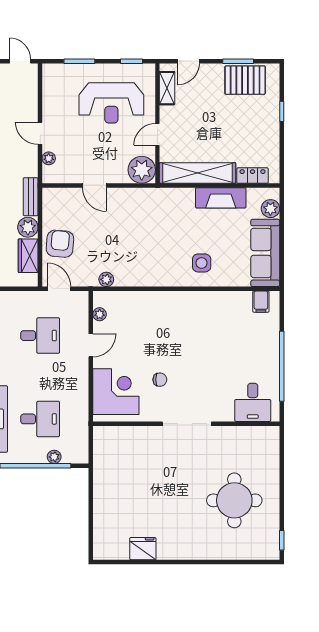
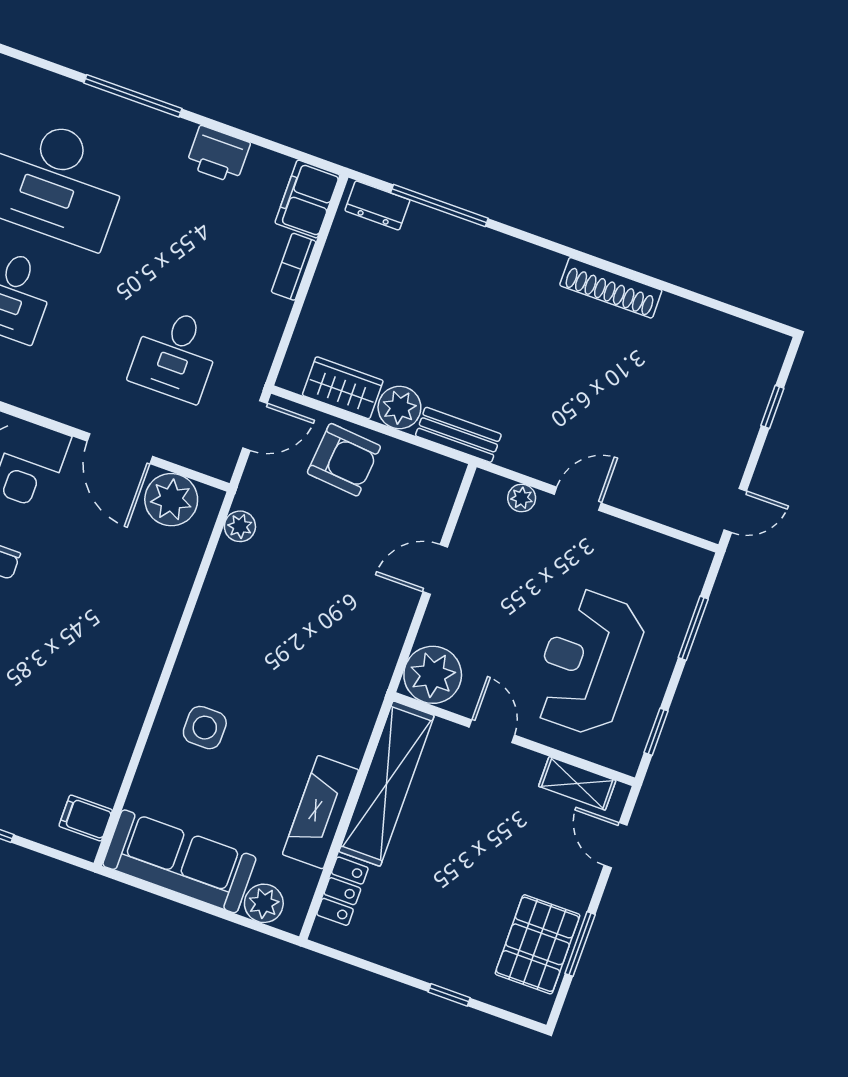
plant: (100, 314) -> (171, 500), width x1.88, depth x1.88
door: (91, 345) -> (120, 449), width x1.38

